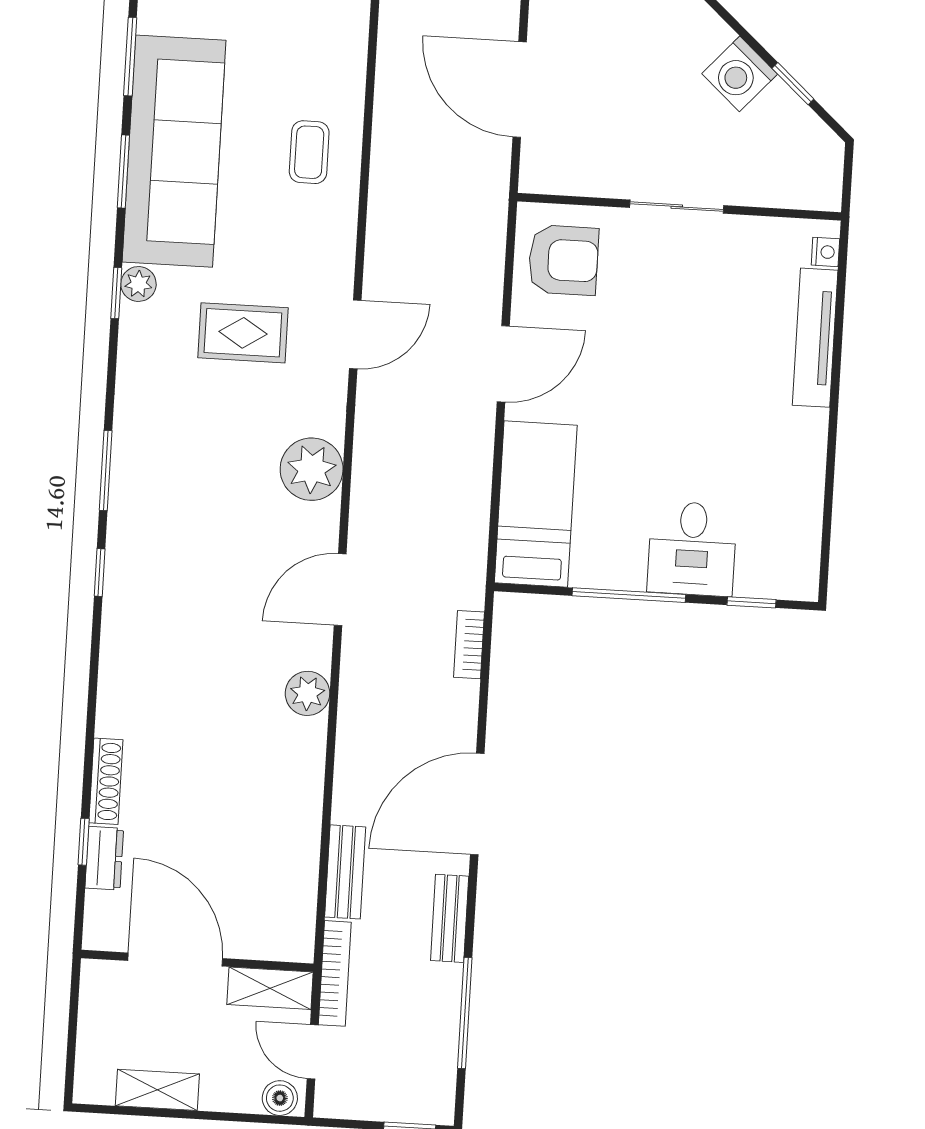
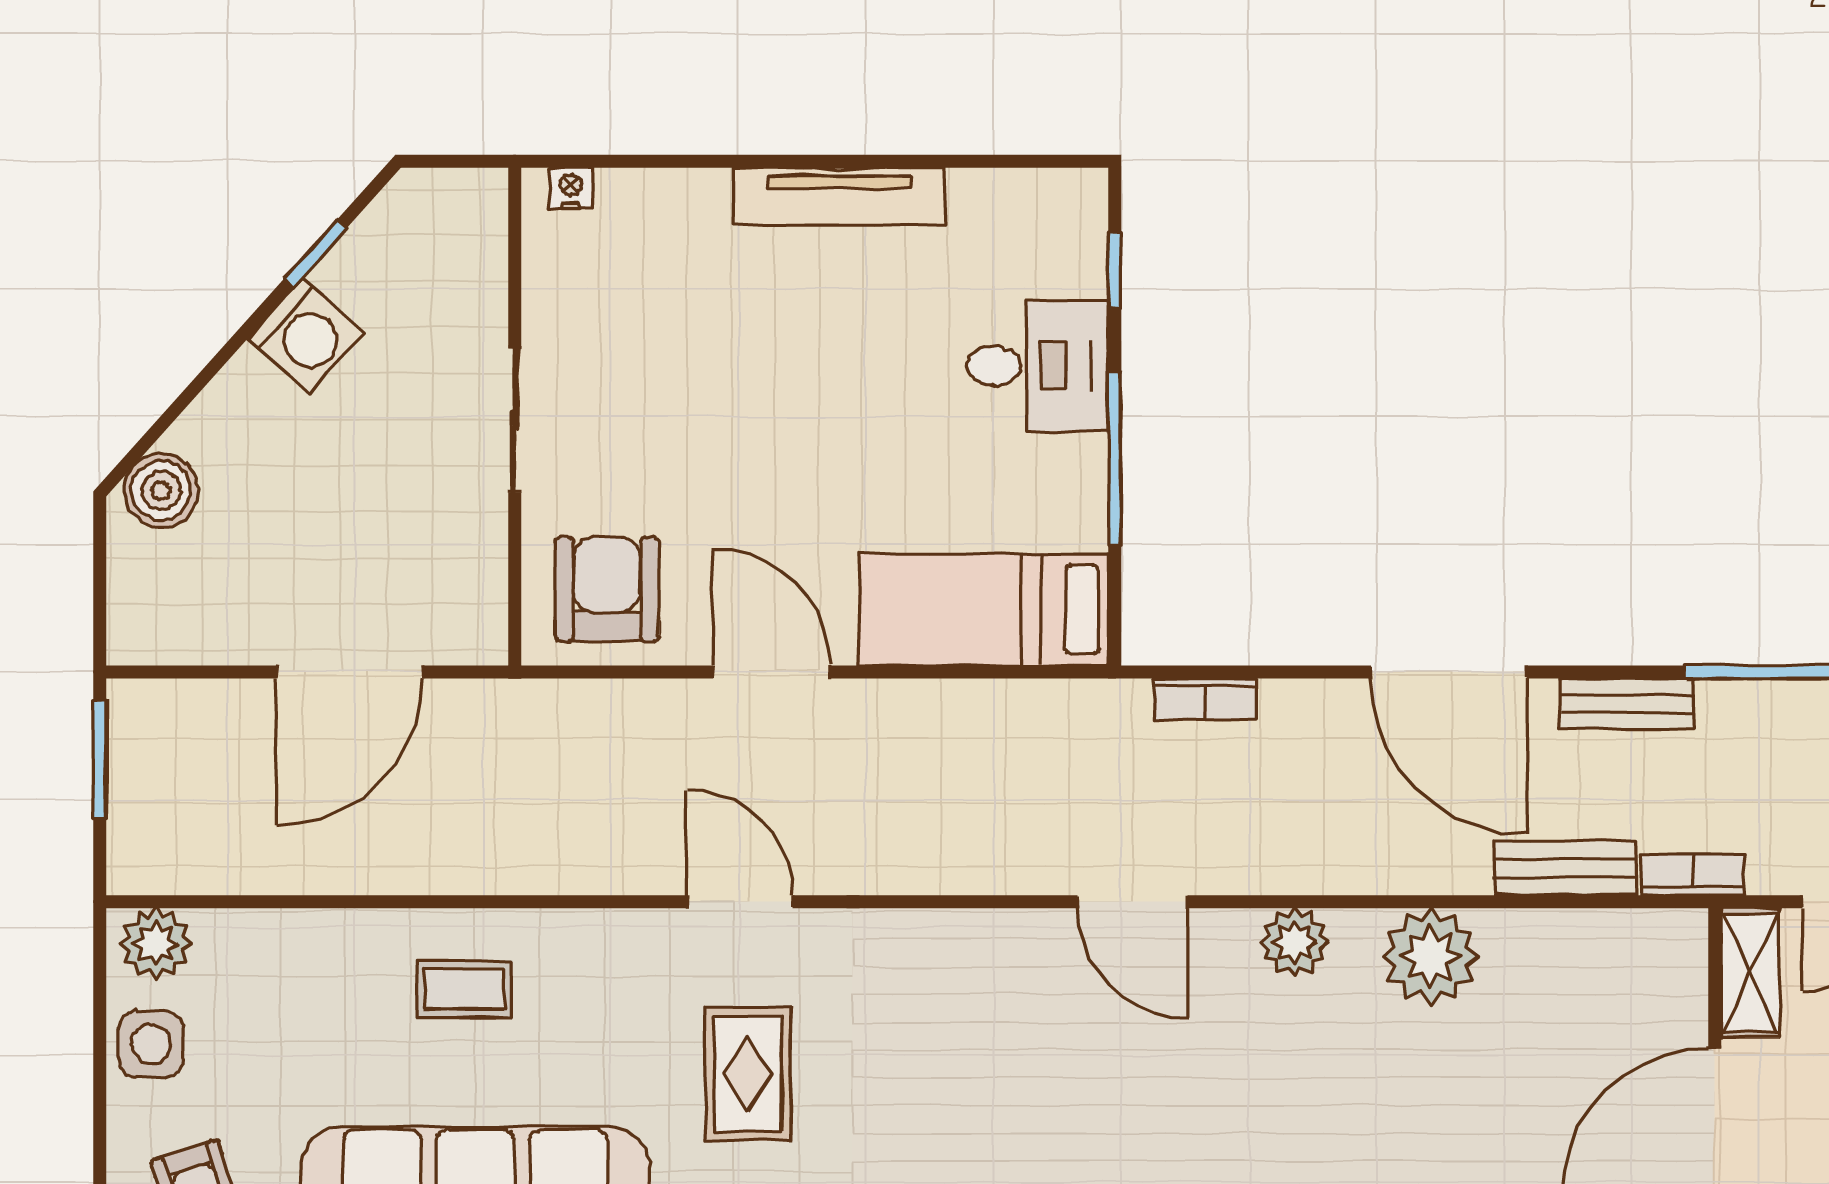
tv unit: (815, 338) -> (839, 196), moved
plant: (312, 469) -> (1430, 956), moved
bookcase: (335, 973) -> (1693, 875), width x0.64

